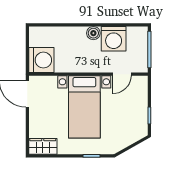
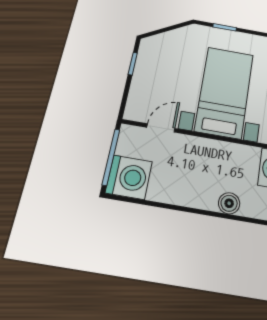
boiler: (93, 33) -> (229, 203), moved
washing machine: (114, 39) -> (129, 177), moved, turned 90

